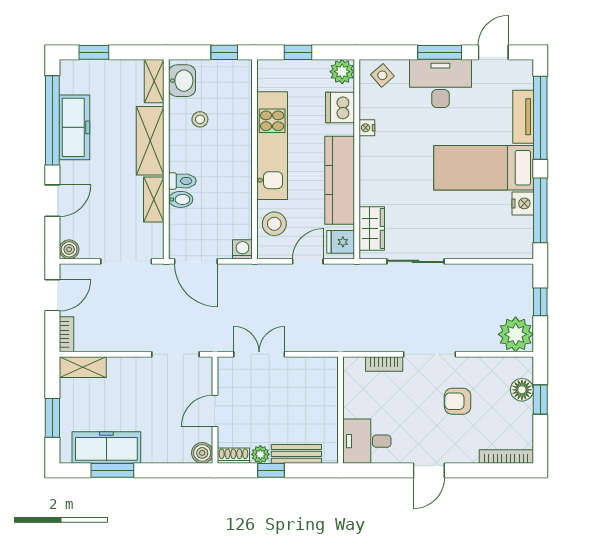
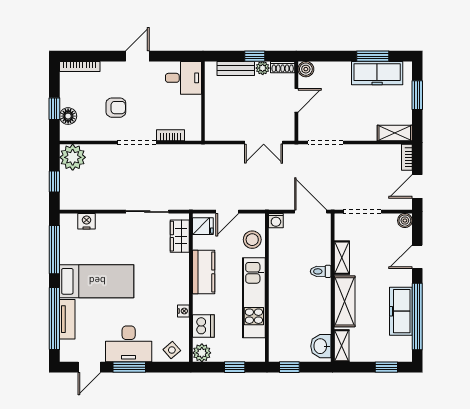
stool: (200, 119) -> (308, 317), removed
kitchen counter: (340, 180) -> (204, 272), width x0.67
bidet: (181, 199) -> (322, 258), removed
nightstand: (523, 203) -> (87, 221), moved, turned 90

